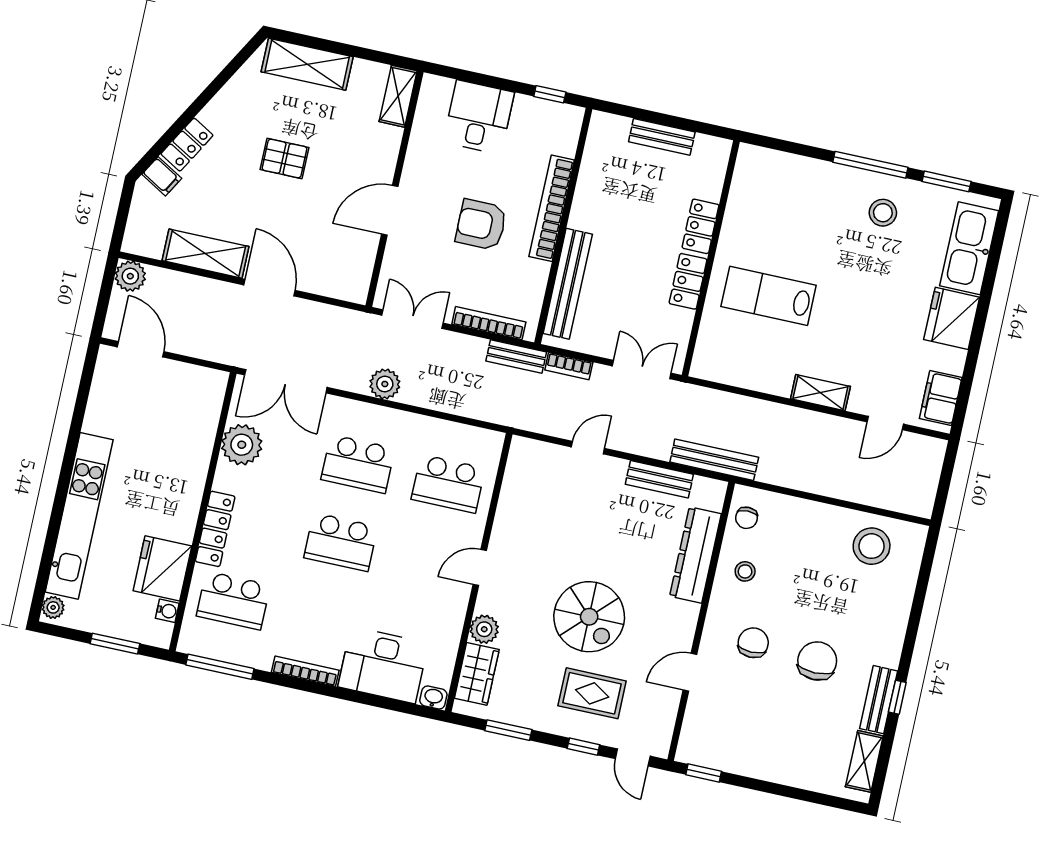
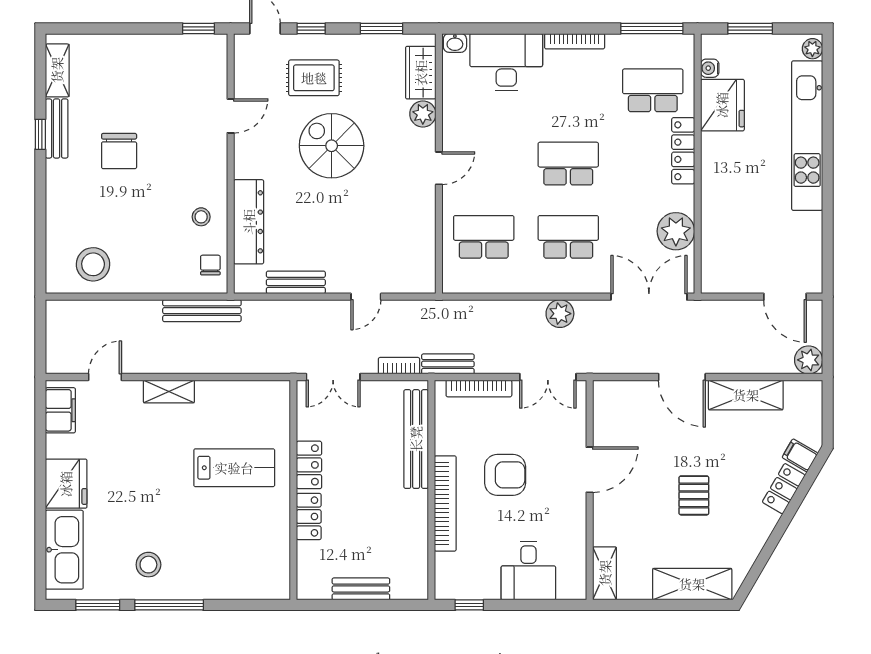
pallet: (285, 158) -> (694, 495), turned 90
bench: (714, 460) -> (202, 311), moved
chair: (753, 643) -> (180, 155), removed

